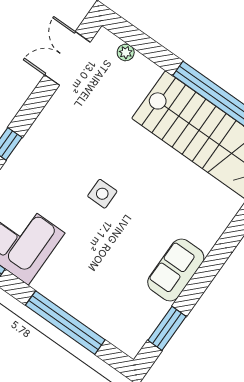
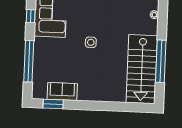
sofa: (176, 270) -> (62, 92), moved

